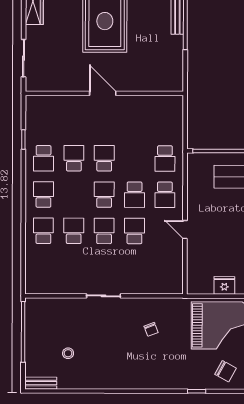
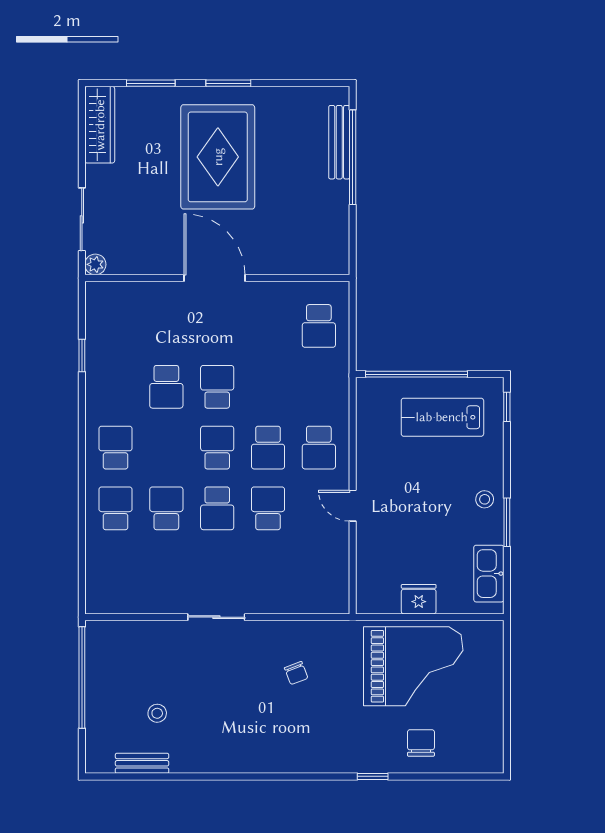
plant: (32, 85) -> (95, 264), added
door: (103, 93) -> (214, 278), width x1.36
school desk: (44, 158) -> (116, 387), removed
school desk: (74, 158) -> (166, 387), turned 180
school desk: (165, 158) -> (319, 326), moved
school desk: (104, 231) -> (217, 508), turned 180
chair: (226, 371) -> (421, 743), turned -119
bench: (41, 383) -> (142, 763), moved

